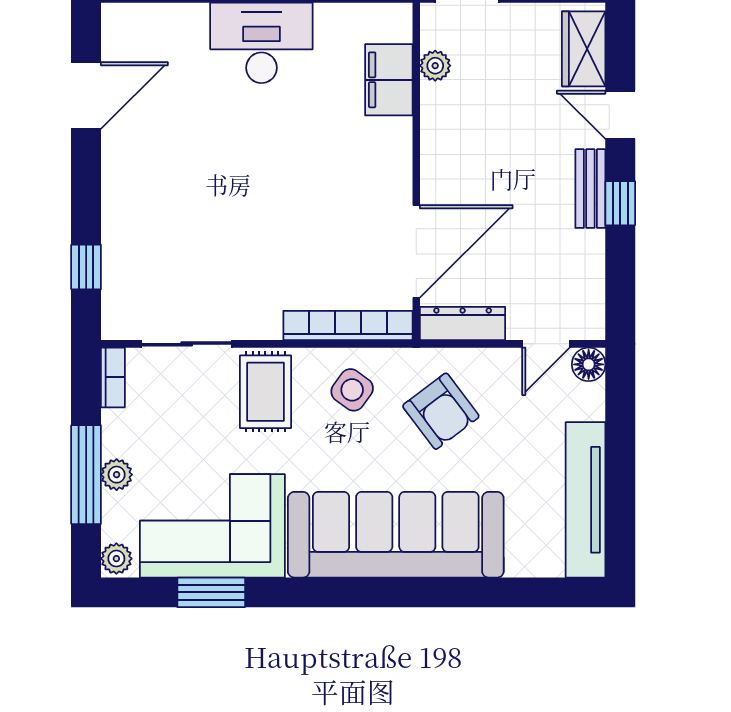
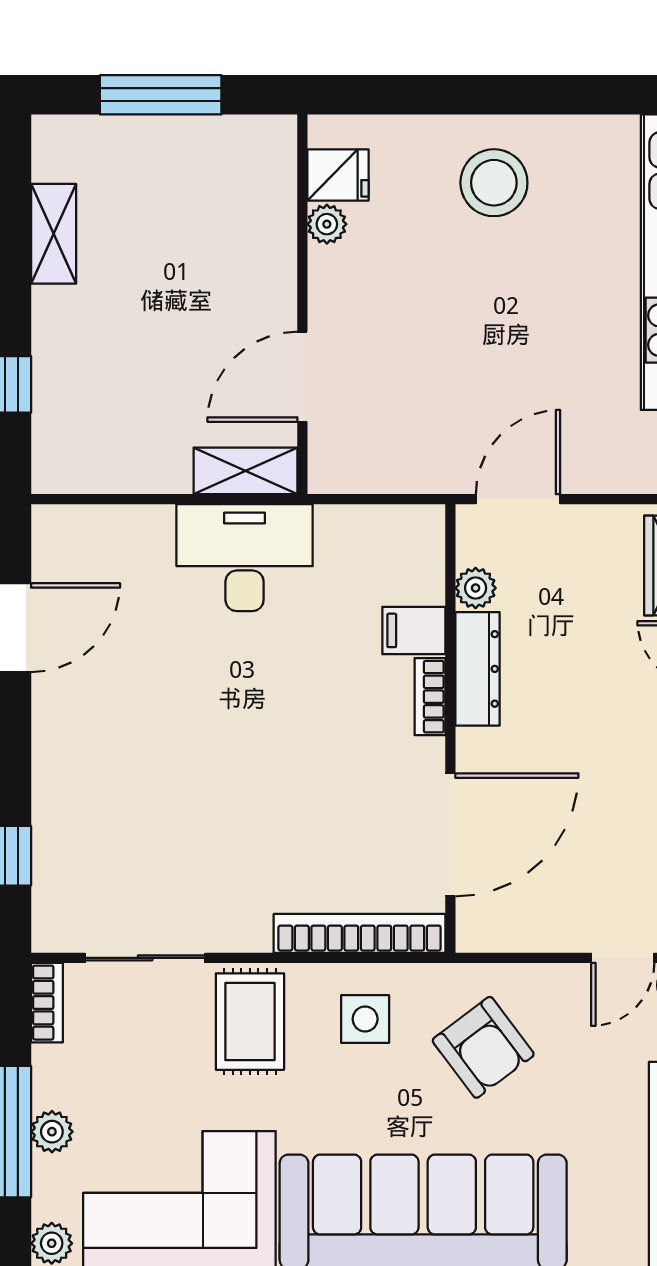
filing cabinet: (389, 80) -> (414, 630), width x0.50
bookcase: (401, 147) -> (430, 697), added
dresser: (463, 323) -> (477, 669), moved, turned 90
side table: (352, 390) -> (365, 1019), turned -36

